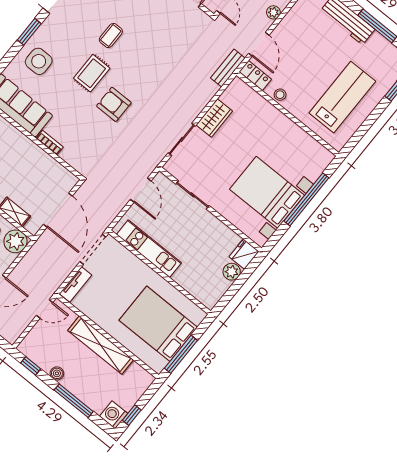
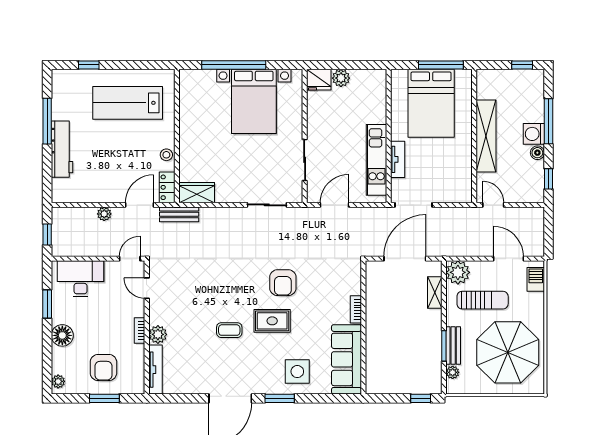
wardrobe: (214, 118) -> (197, 193), moved
tv unit: (76, 284) -> (398, 159), moved, turned 90
washing machine: (114, 415) -> (534, 134), moved, turned 90

